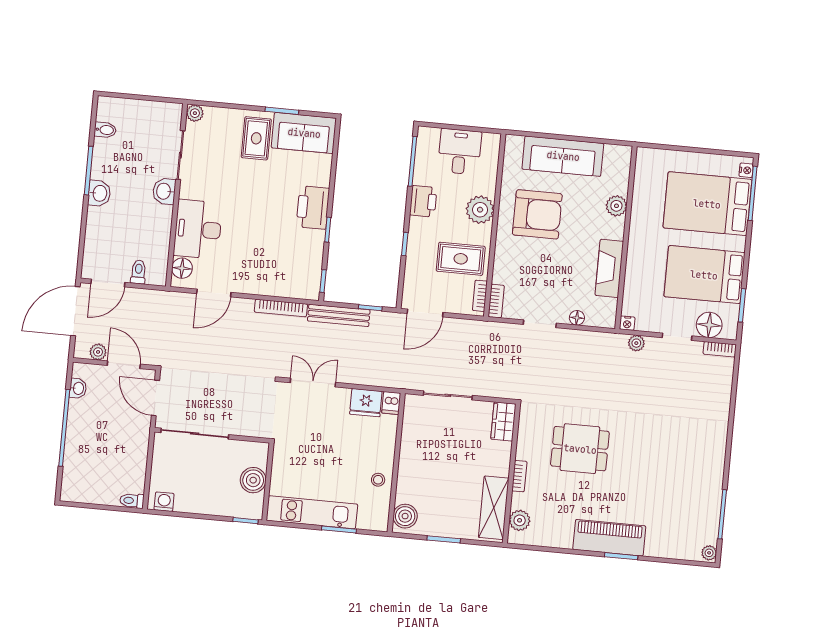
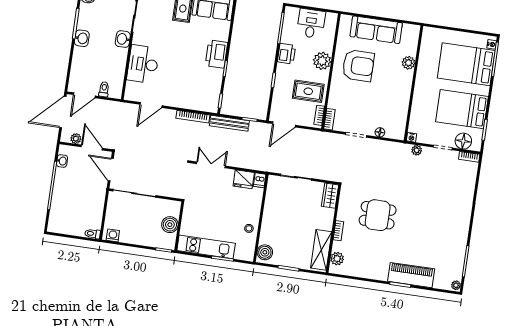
floor lamp: (182, 268) -> (132, 88), removed
fireplace: (609, 268) -> (402, 102), removed
piano: (609, 538) -> (411, 275), moved

